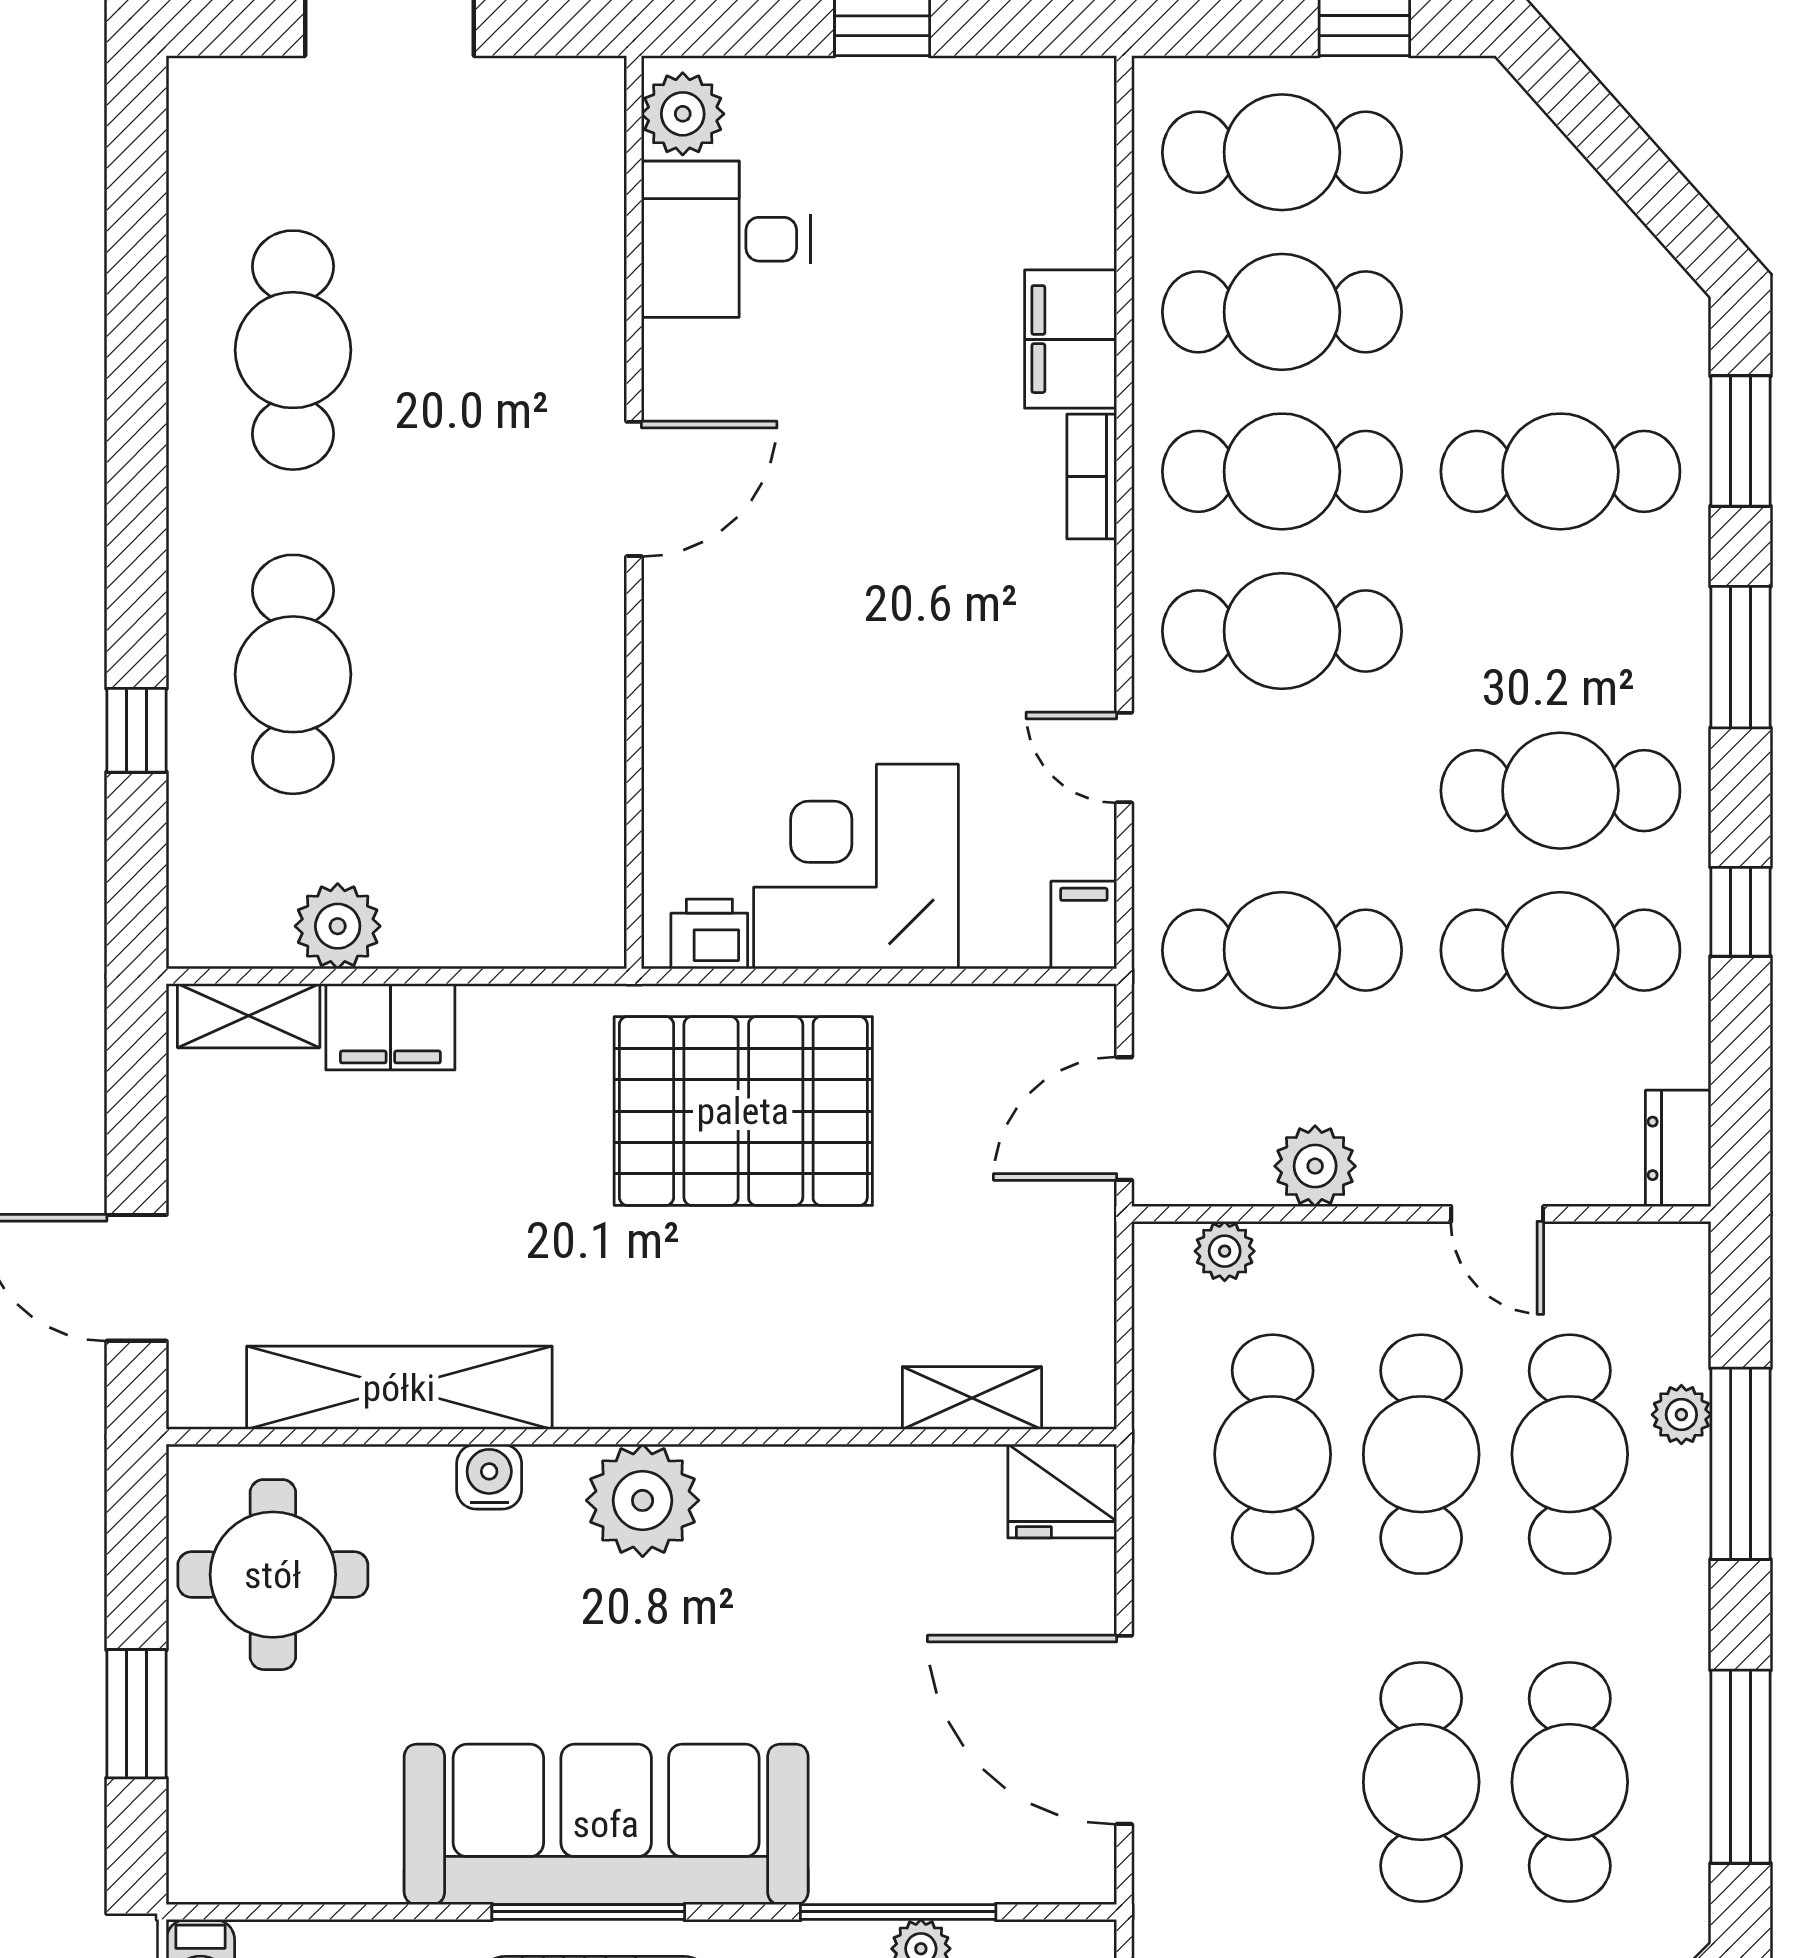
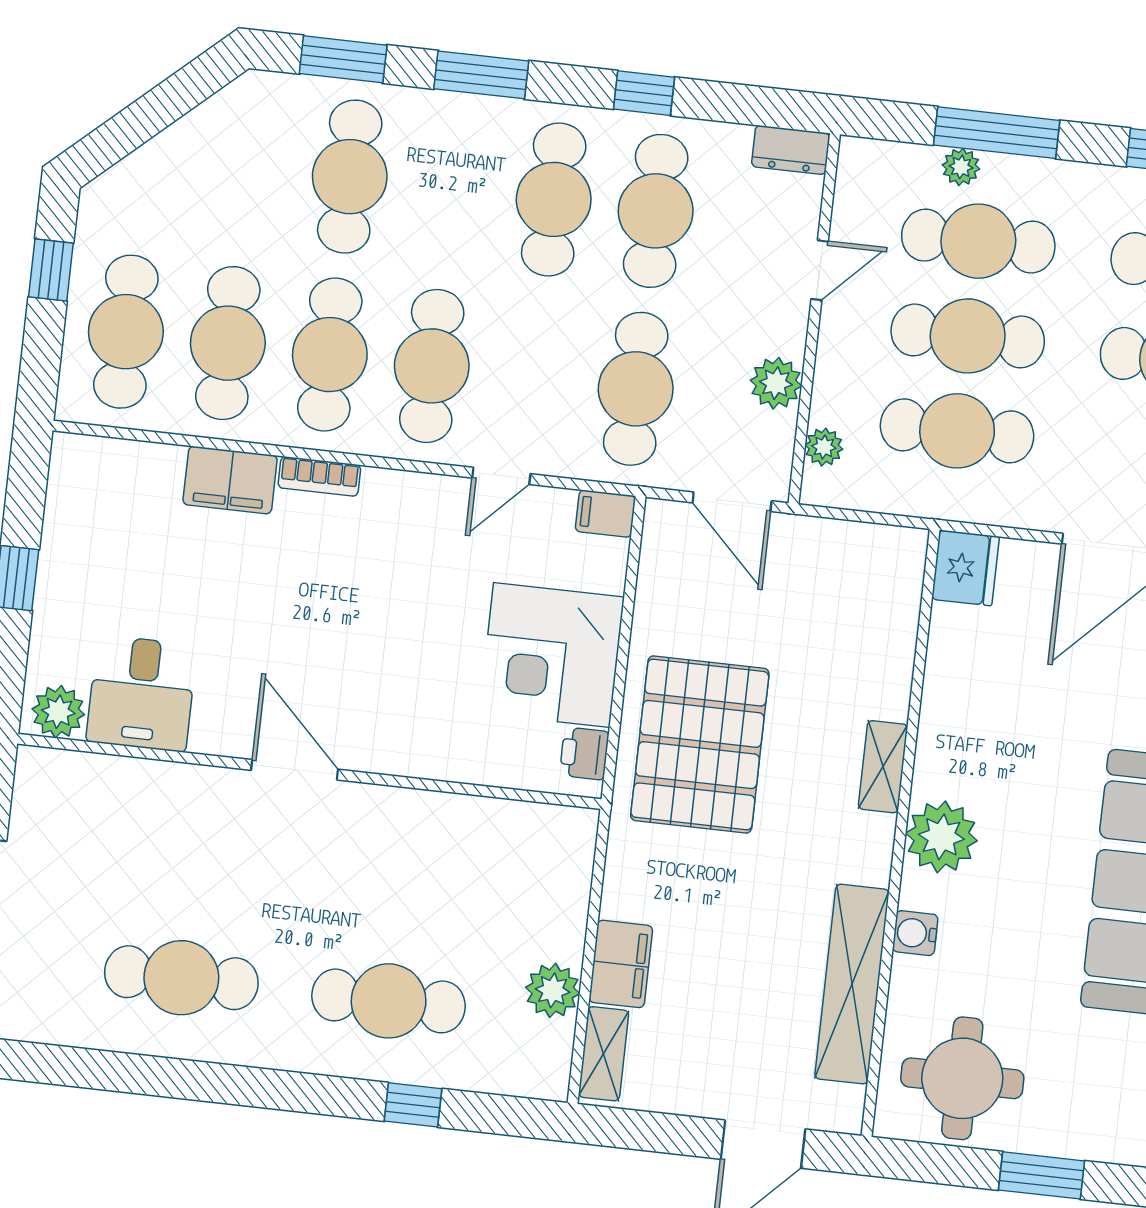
shelving: (972, 1398) -> (883, 767), moved

